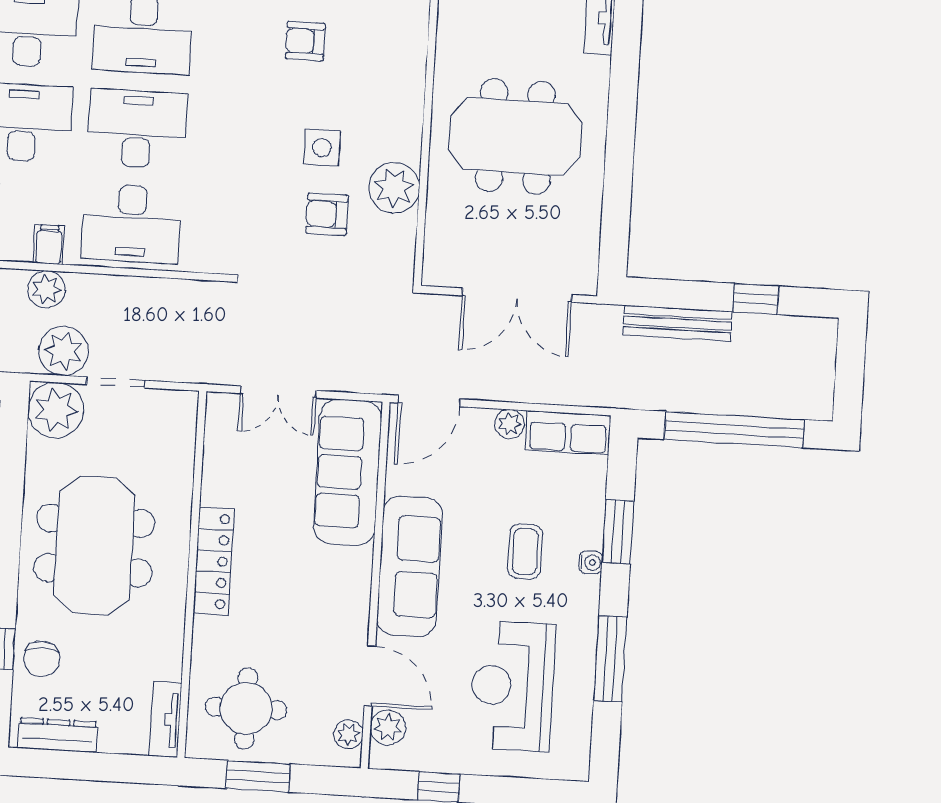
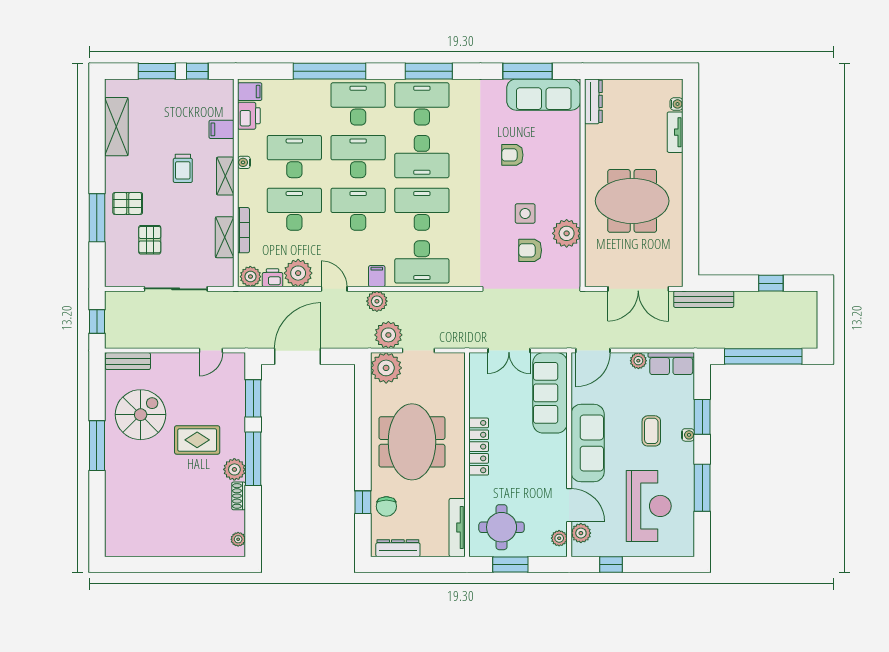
bench: (677, 323) -> (704, 299), moved
reception desk: (512, 686) -> (649, 506), turned 180
tv unit: (165, 719) -> (457, 528), width x1.41

